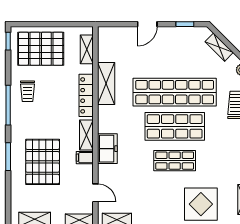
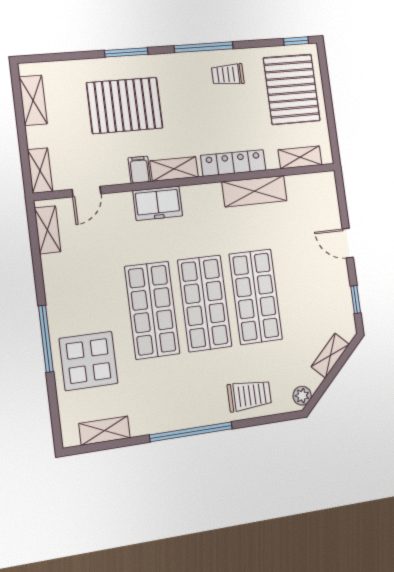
shop shelf: (175, 92) -> (256, 297), width x0.71
shop shelf: (175, 161) -> (152, 310), width x1.43, depth x1.36

